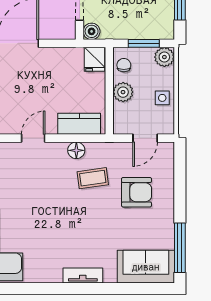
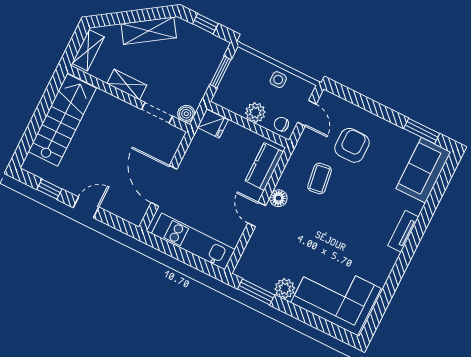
plant: (164, 57) -> (242, 59), removed
chair: (124, 65) -> (281, 124), moved
floor lamp: (76, 150) -> (278, 198), moved
window: (180, 248) -> (422, 131), width x0.69

